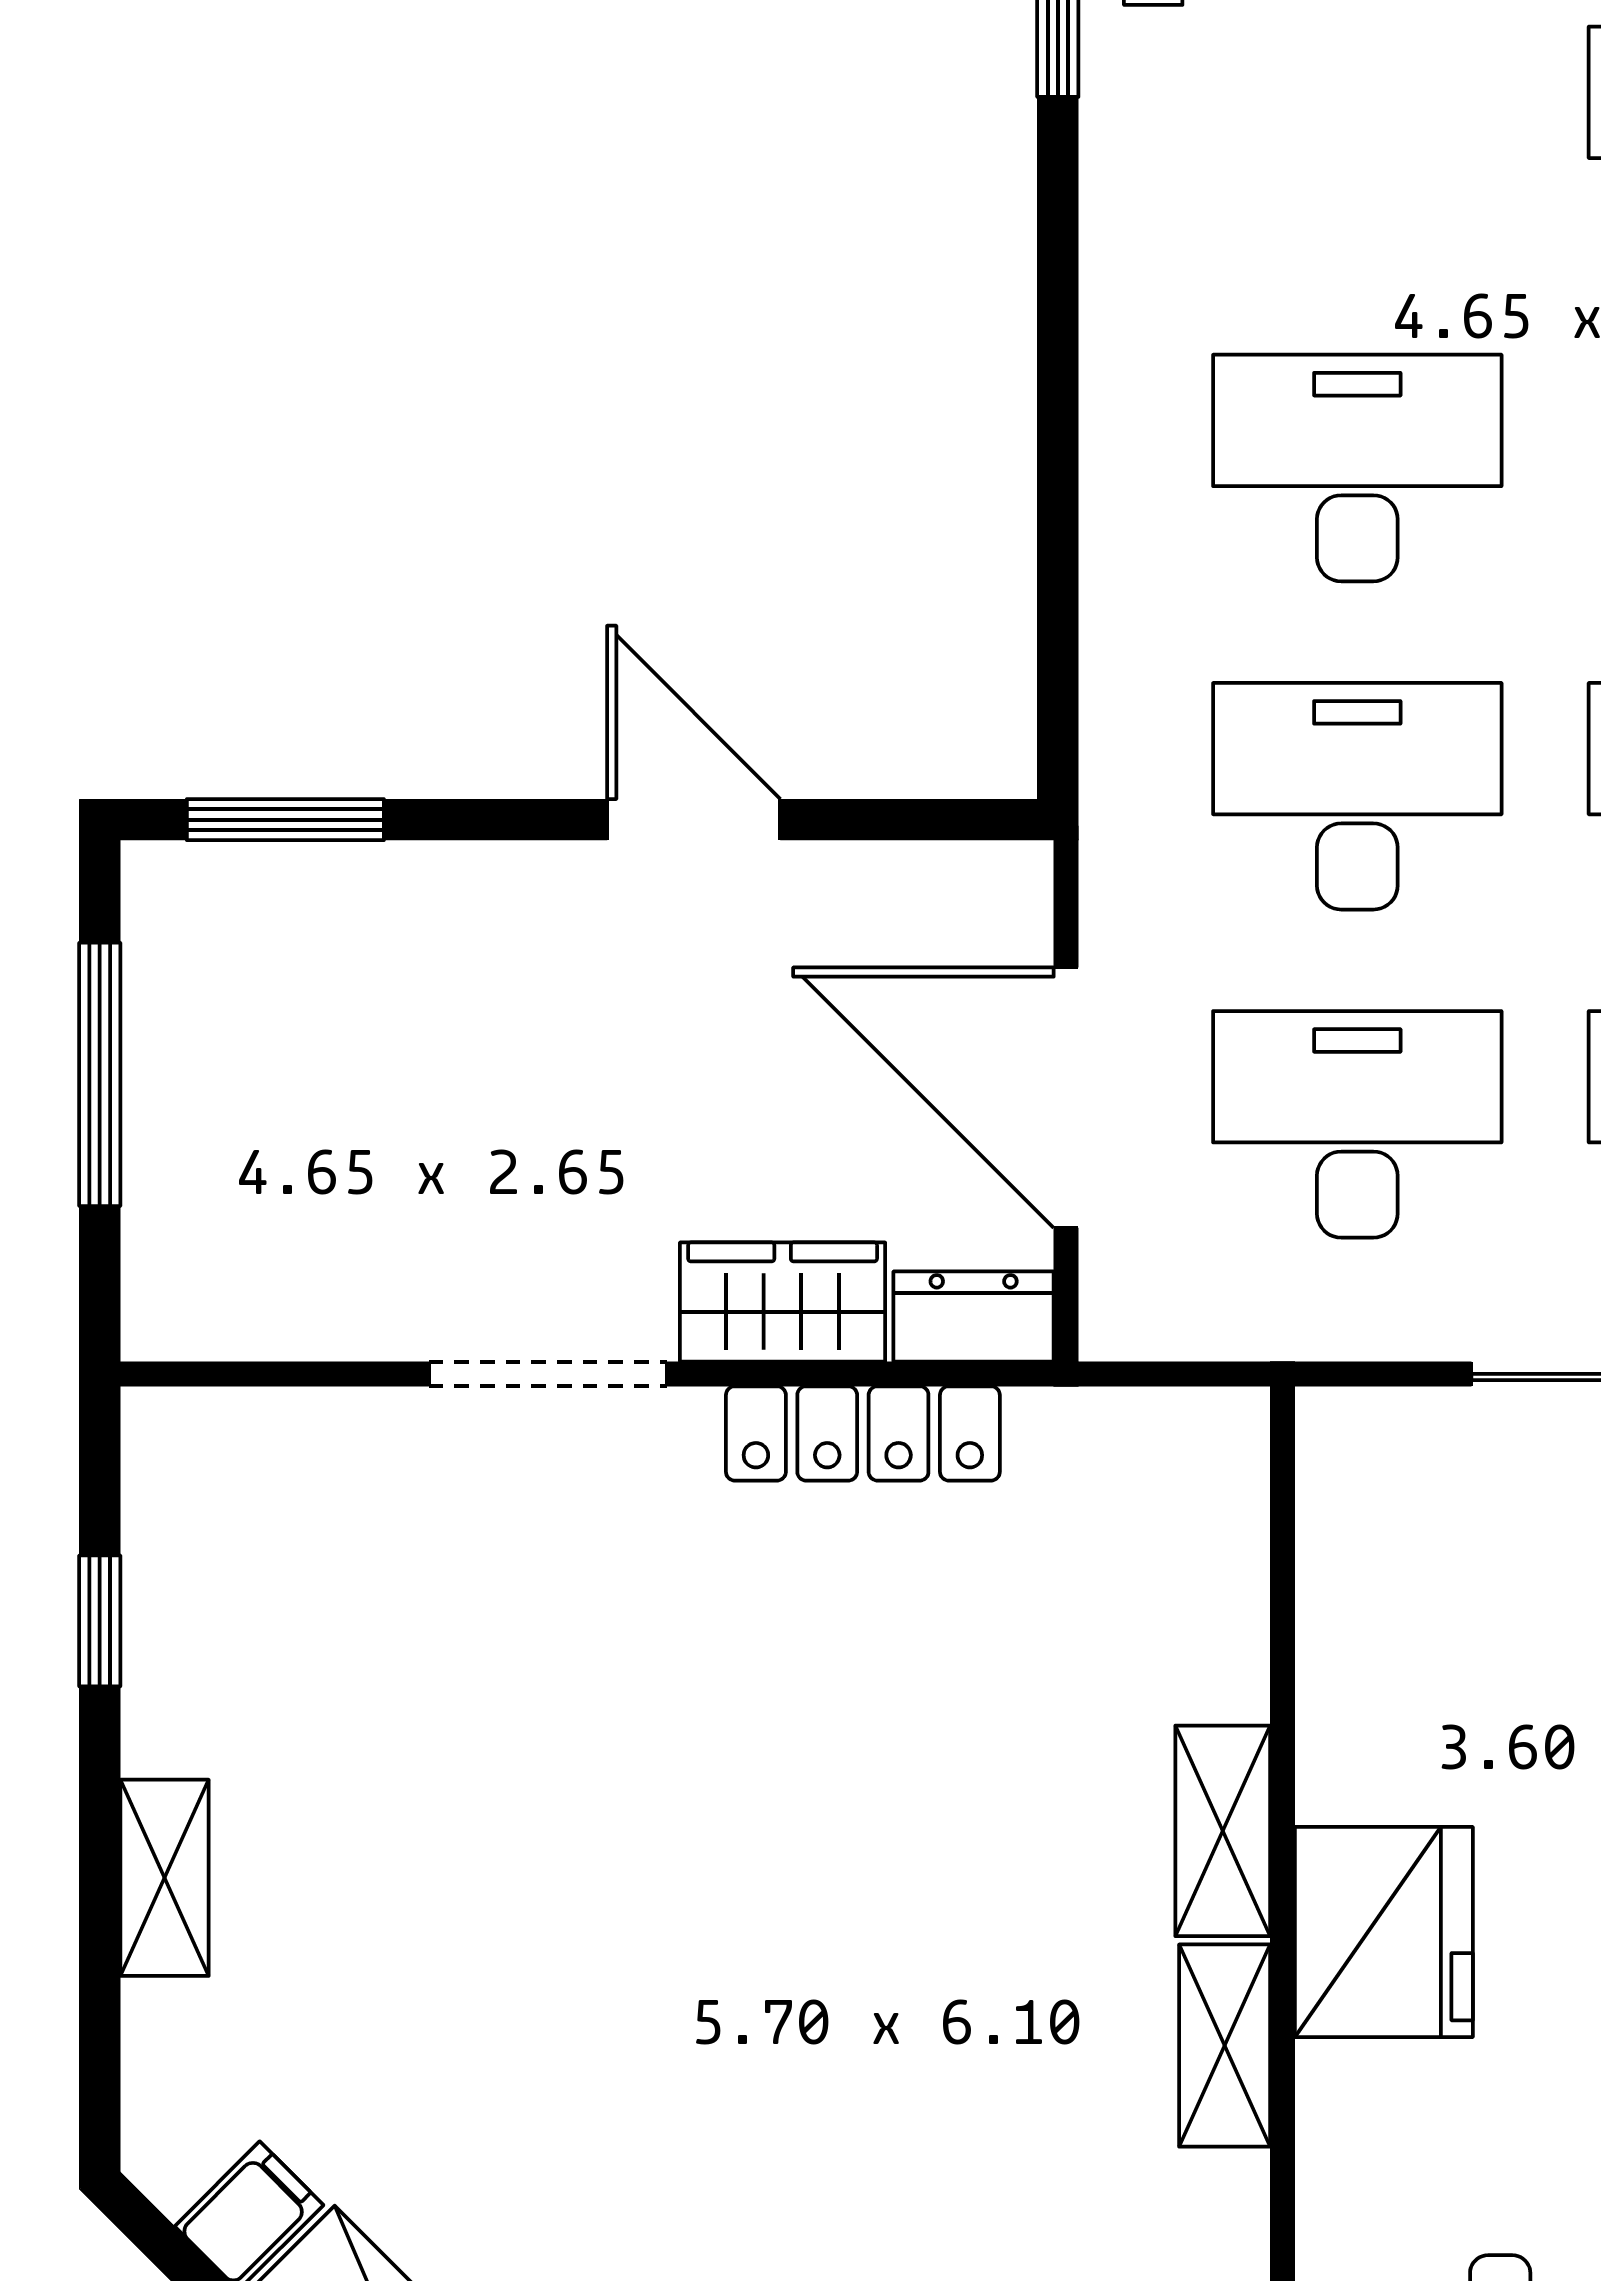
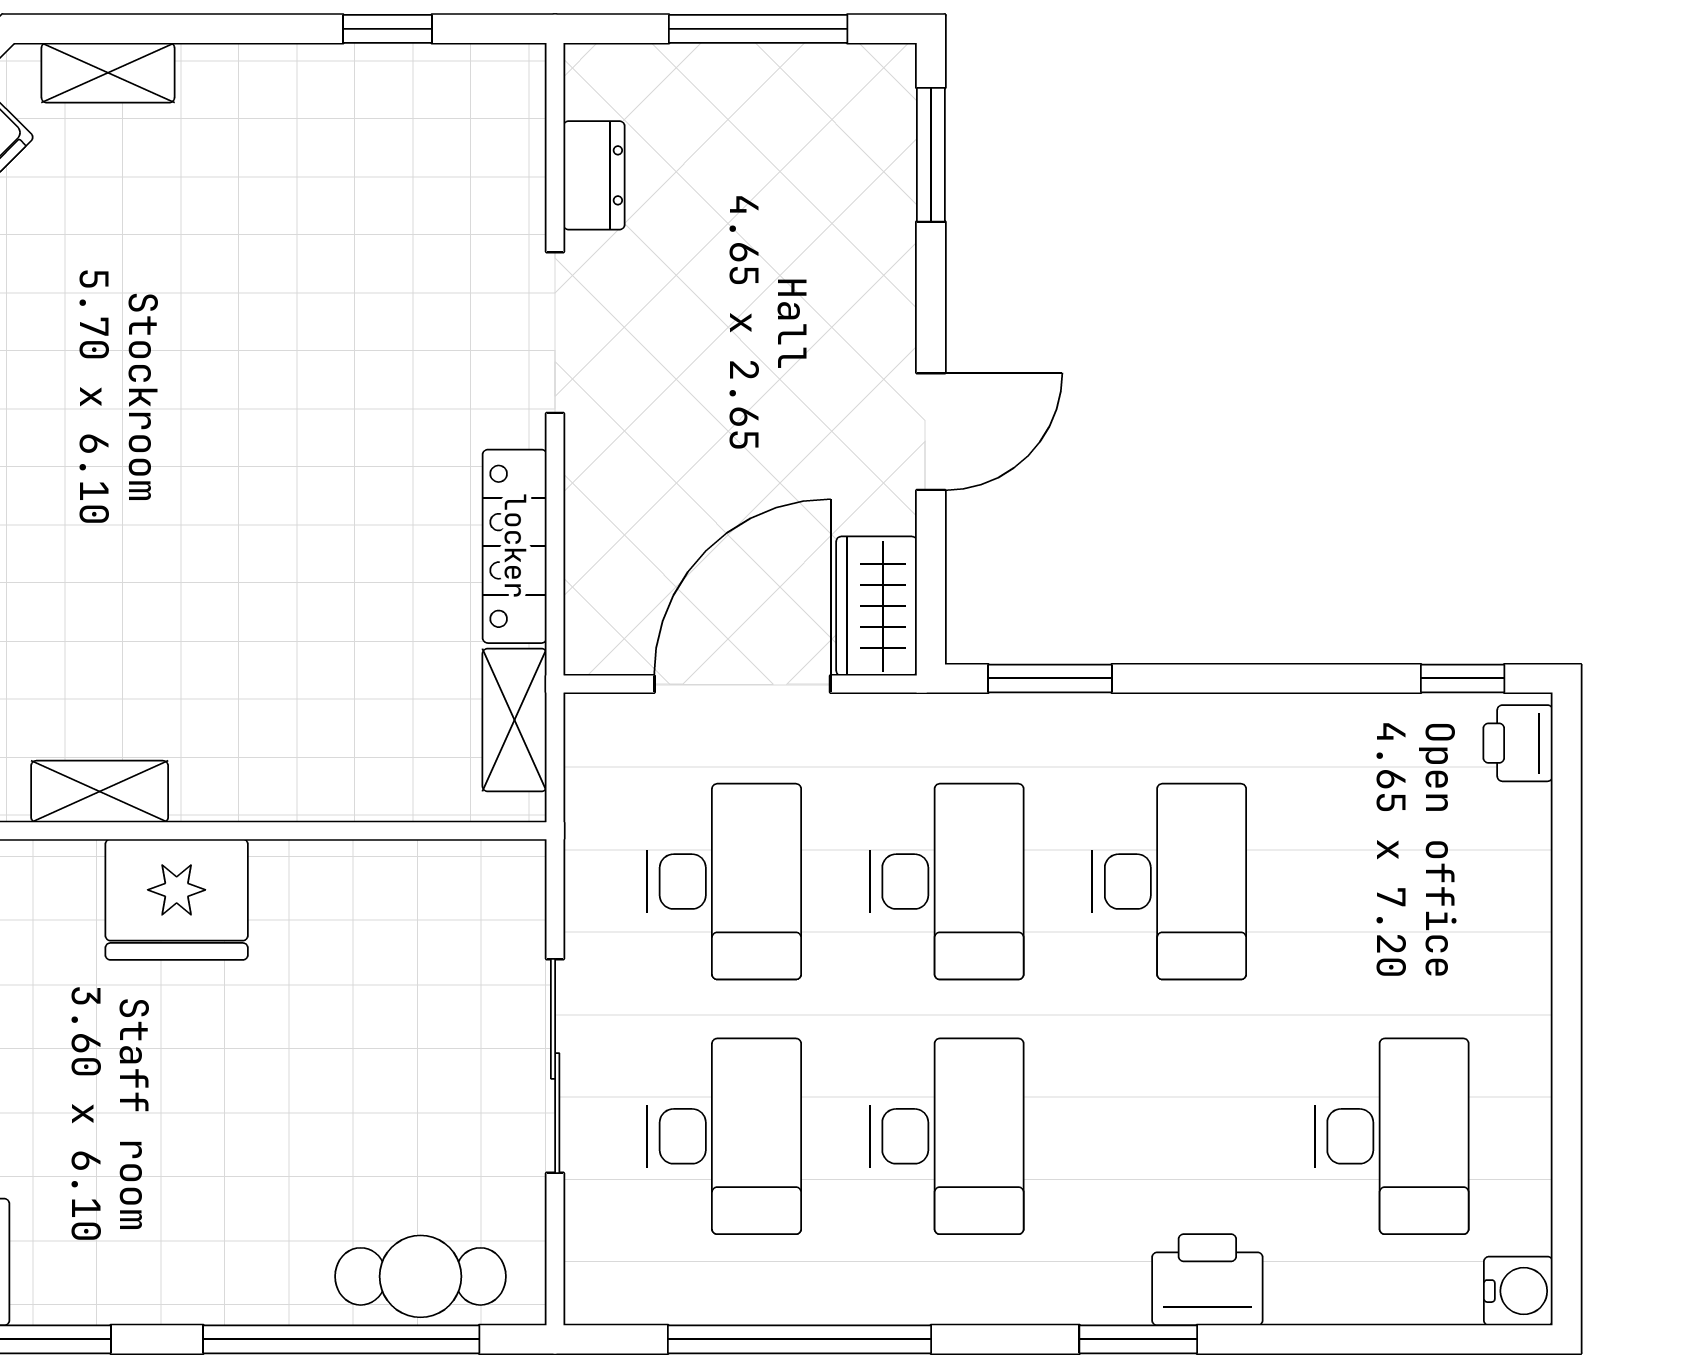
window: (1058, 644) -> (1050, 678), added
wardrobe: (783, 1302) -> (877, 606), moved, turned 180
dresser: (974, 1316) -> (594, 175), moved
shelving: (1223, 1831) -> (515, 720), moved, turned 90
shelving: (164, 1878) -> (108, 73), moved

